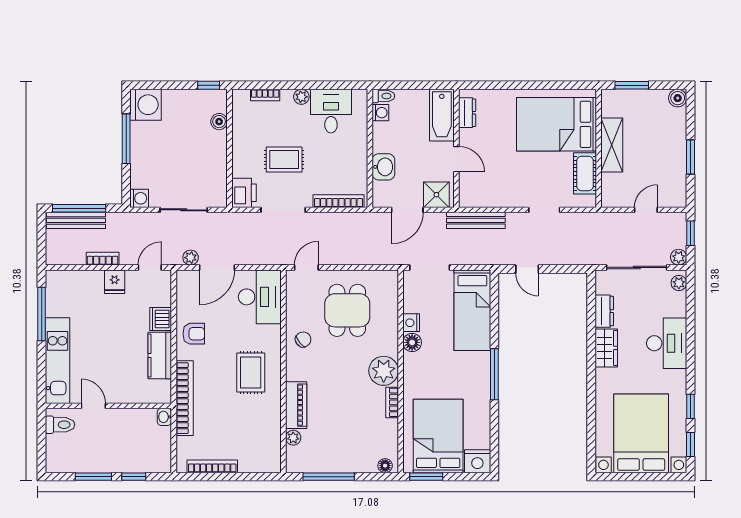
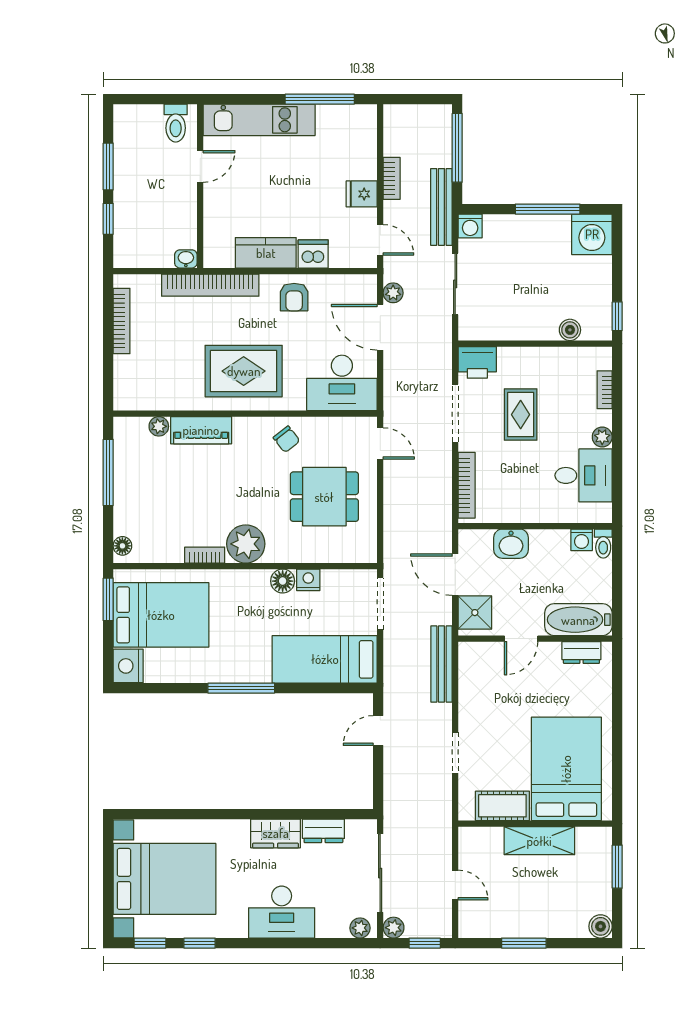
bench: (76, 220) -> (441, 207), moved
rug: (251, 372) -> (244, 371), width x1.36, depth x1.43

